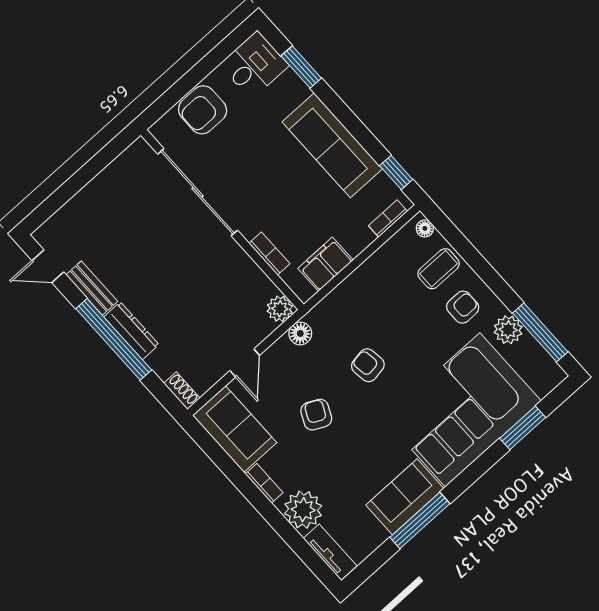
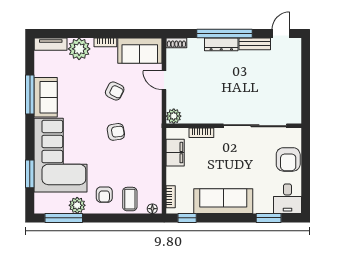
armchair: (203, 110) -> (288, 159), turned 180
floor lamp: (300, 333) -> (155, 115), removed

